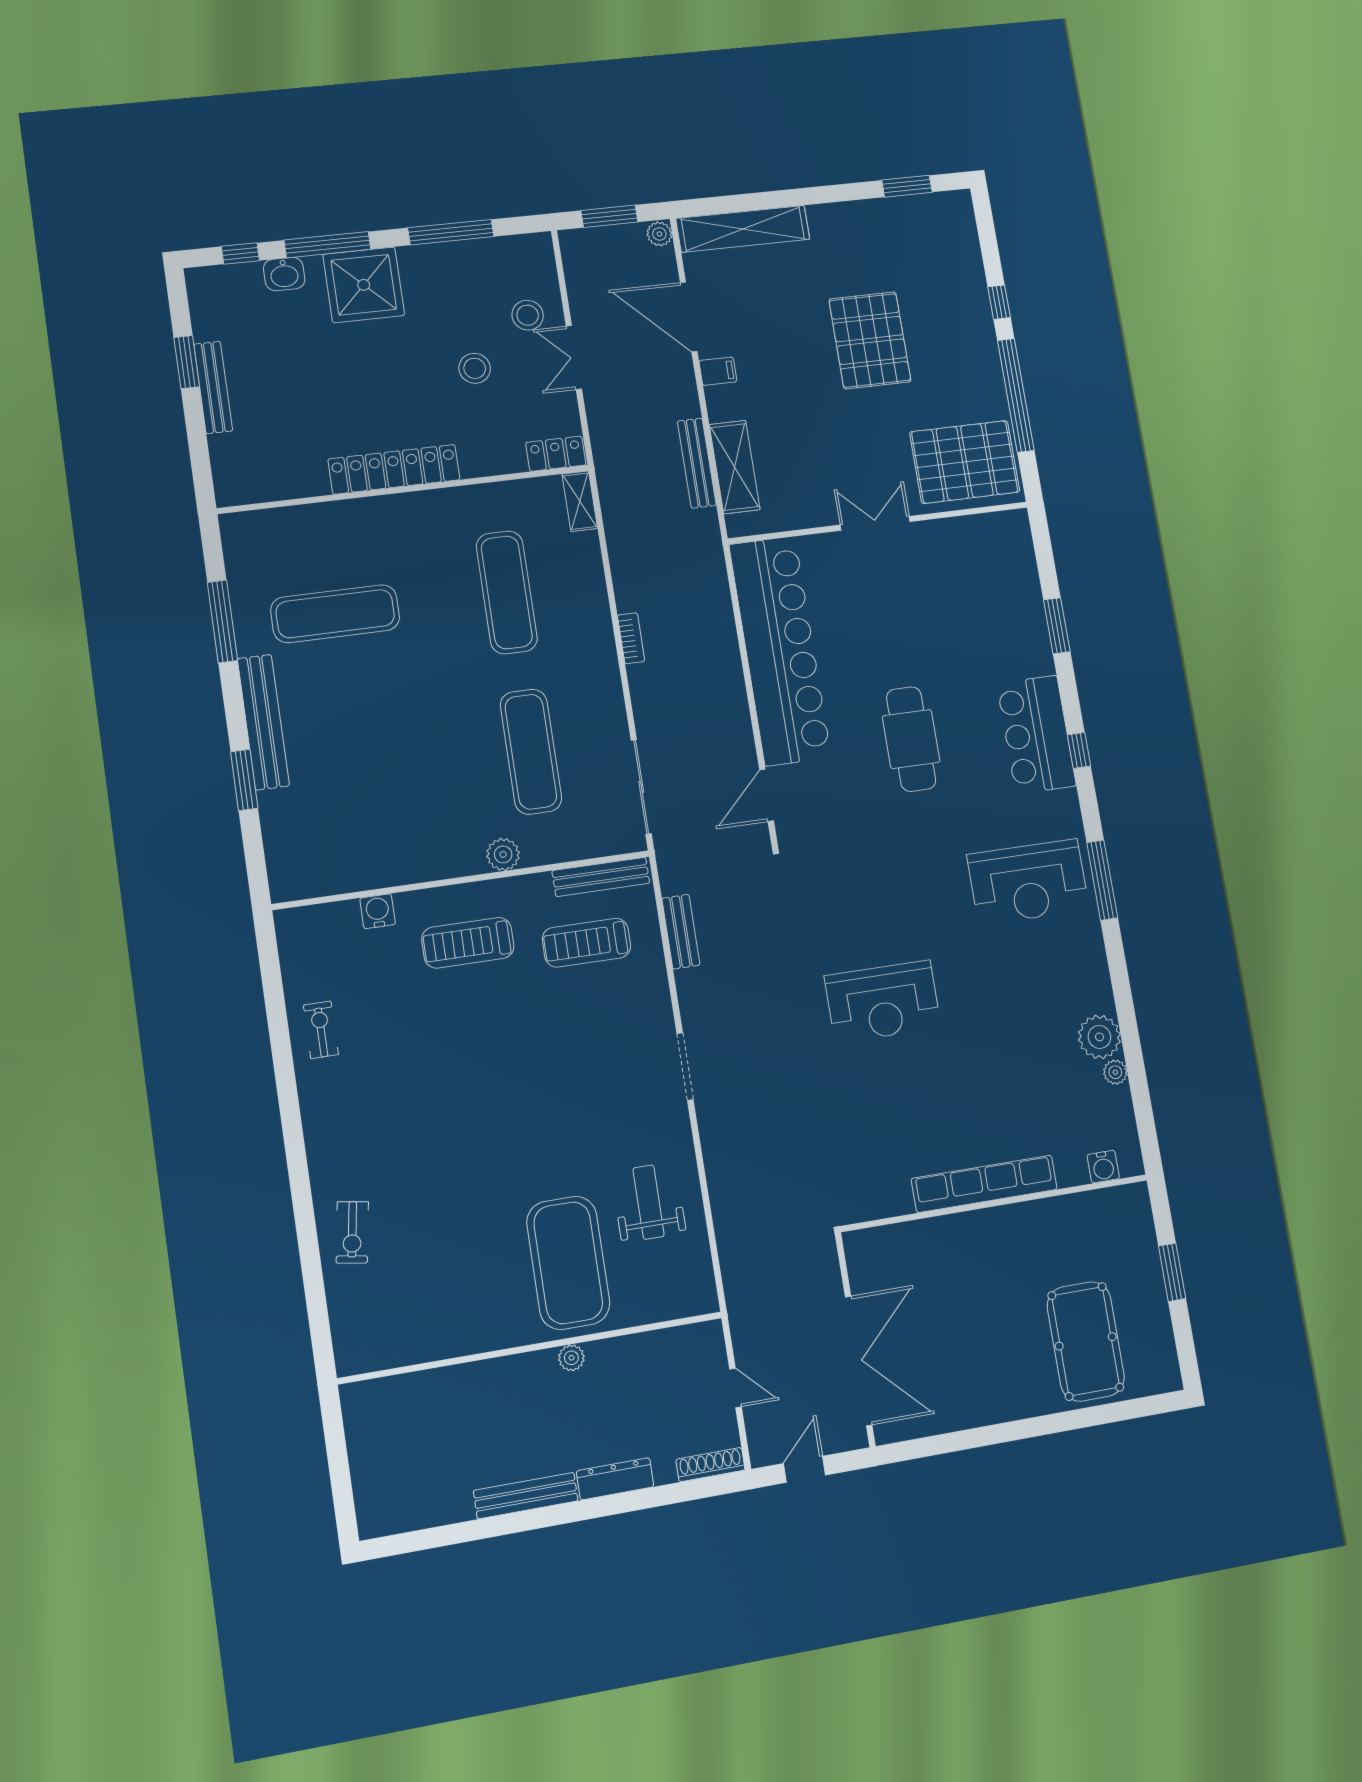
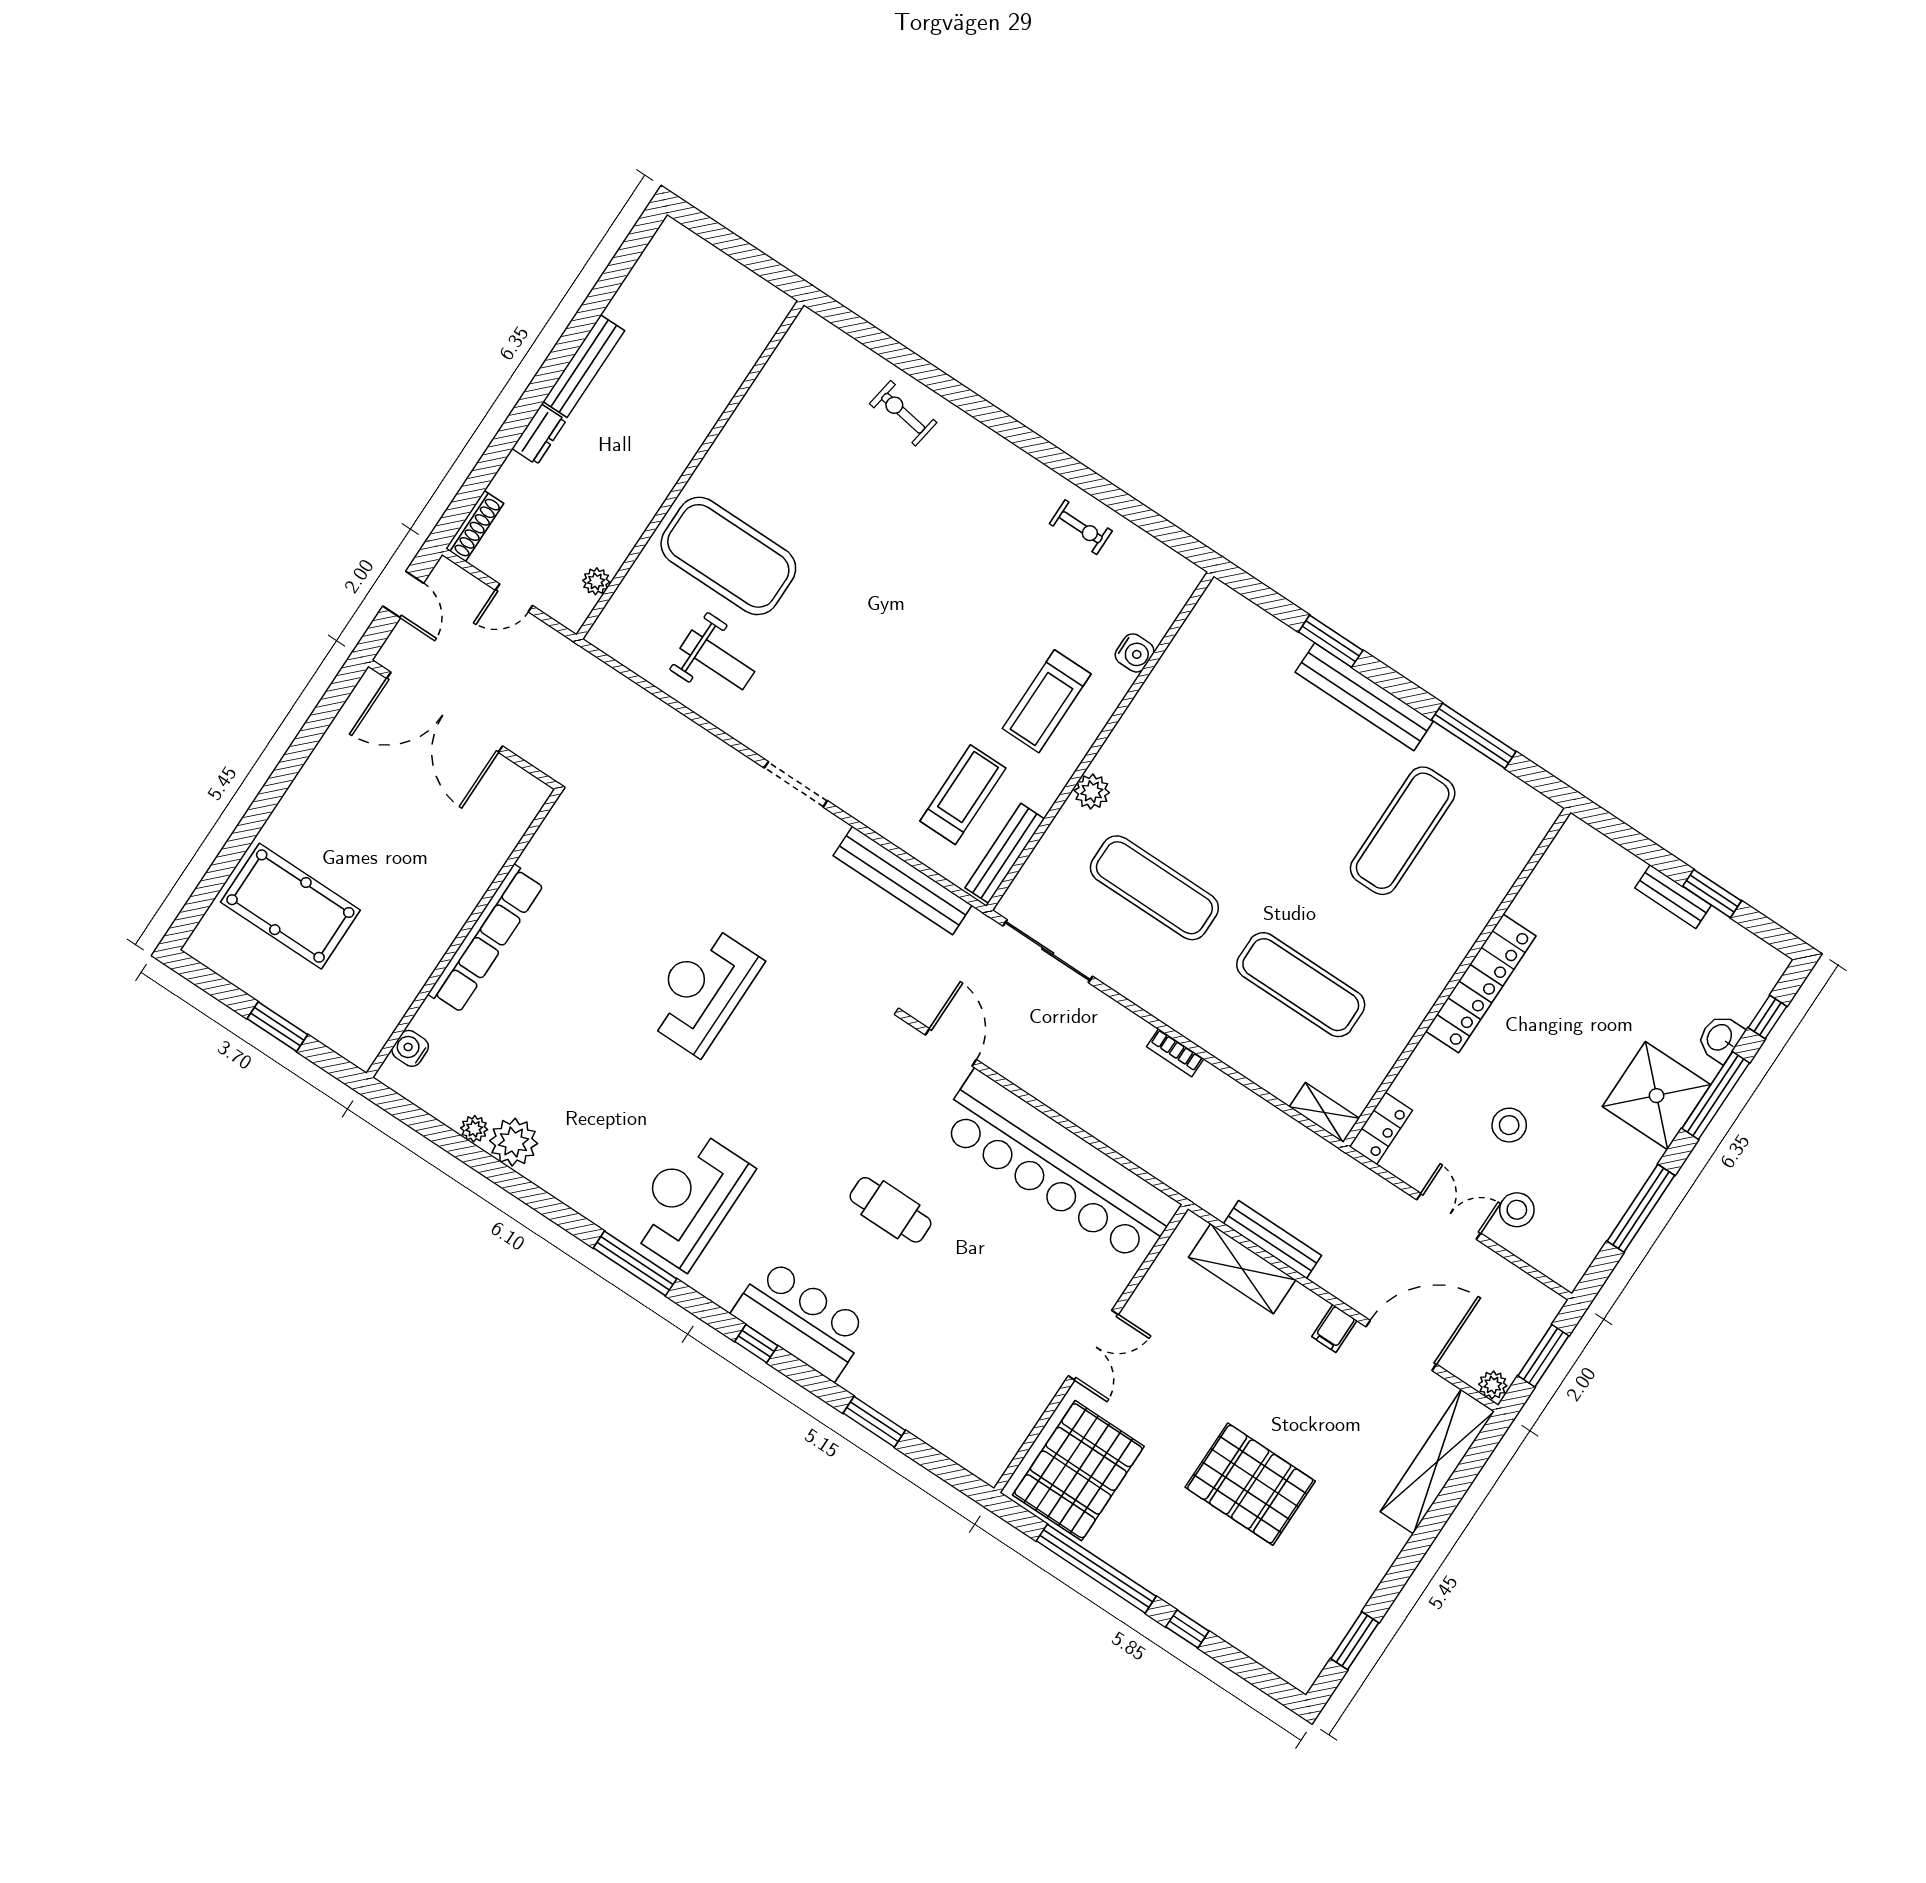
bench: (213, 387) -> (1673, 897), width x0.73
cafe table: (911, 739) -> (890, 1210), width x0.73, depth x0.74
bench: (681, 932) -> (903, 880), width x1.86, depth x1.21
treadmill: (468, 943) -> (1047, 701), turned 180
plant: (571, 1358) -> (596, 581), moved
dresser: (615, 1479) -> (539, 434), width x0.70

